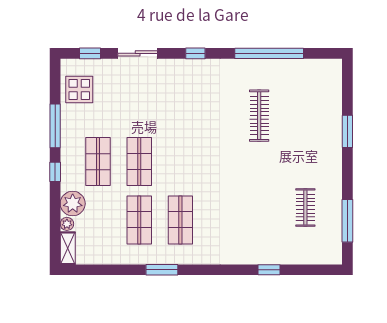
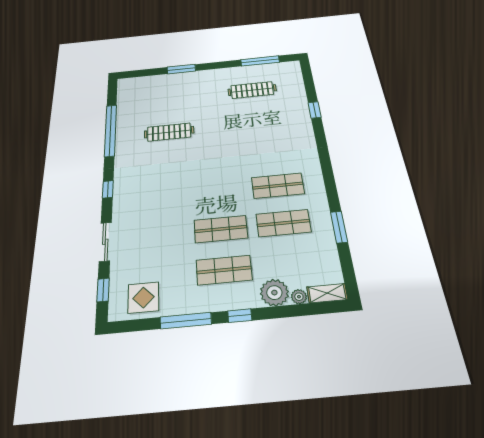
clothes rail: (305, 208) -> (252, 90), width x1.36
window: (162, 270) -> (339, 227), moved

